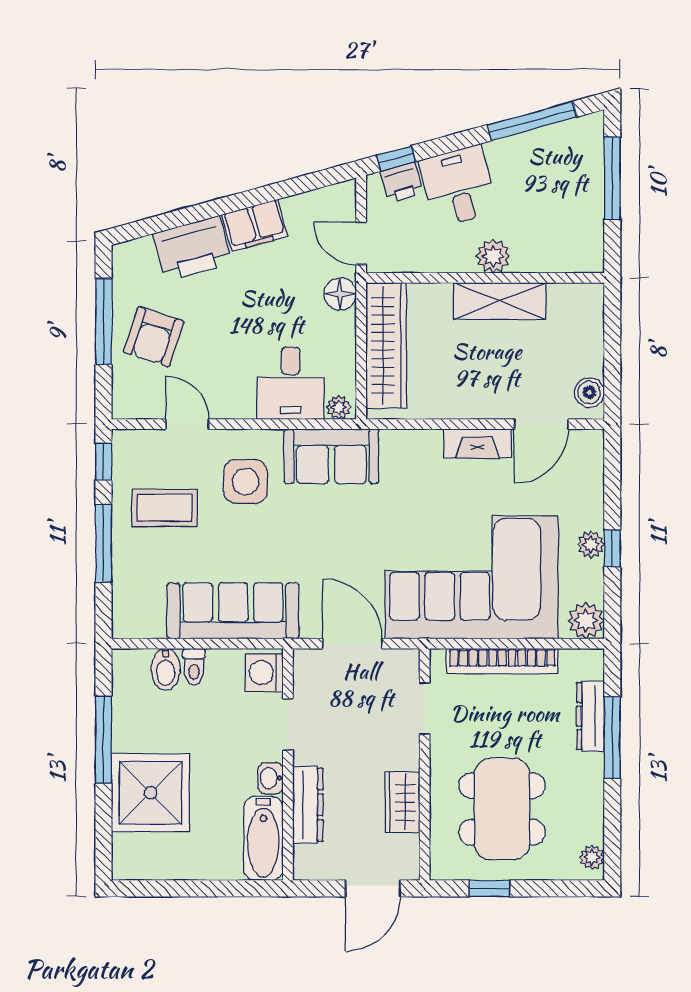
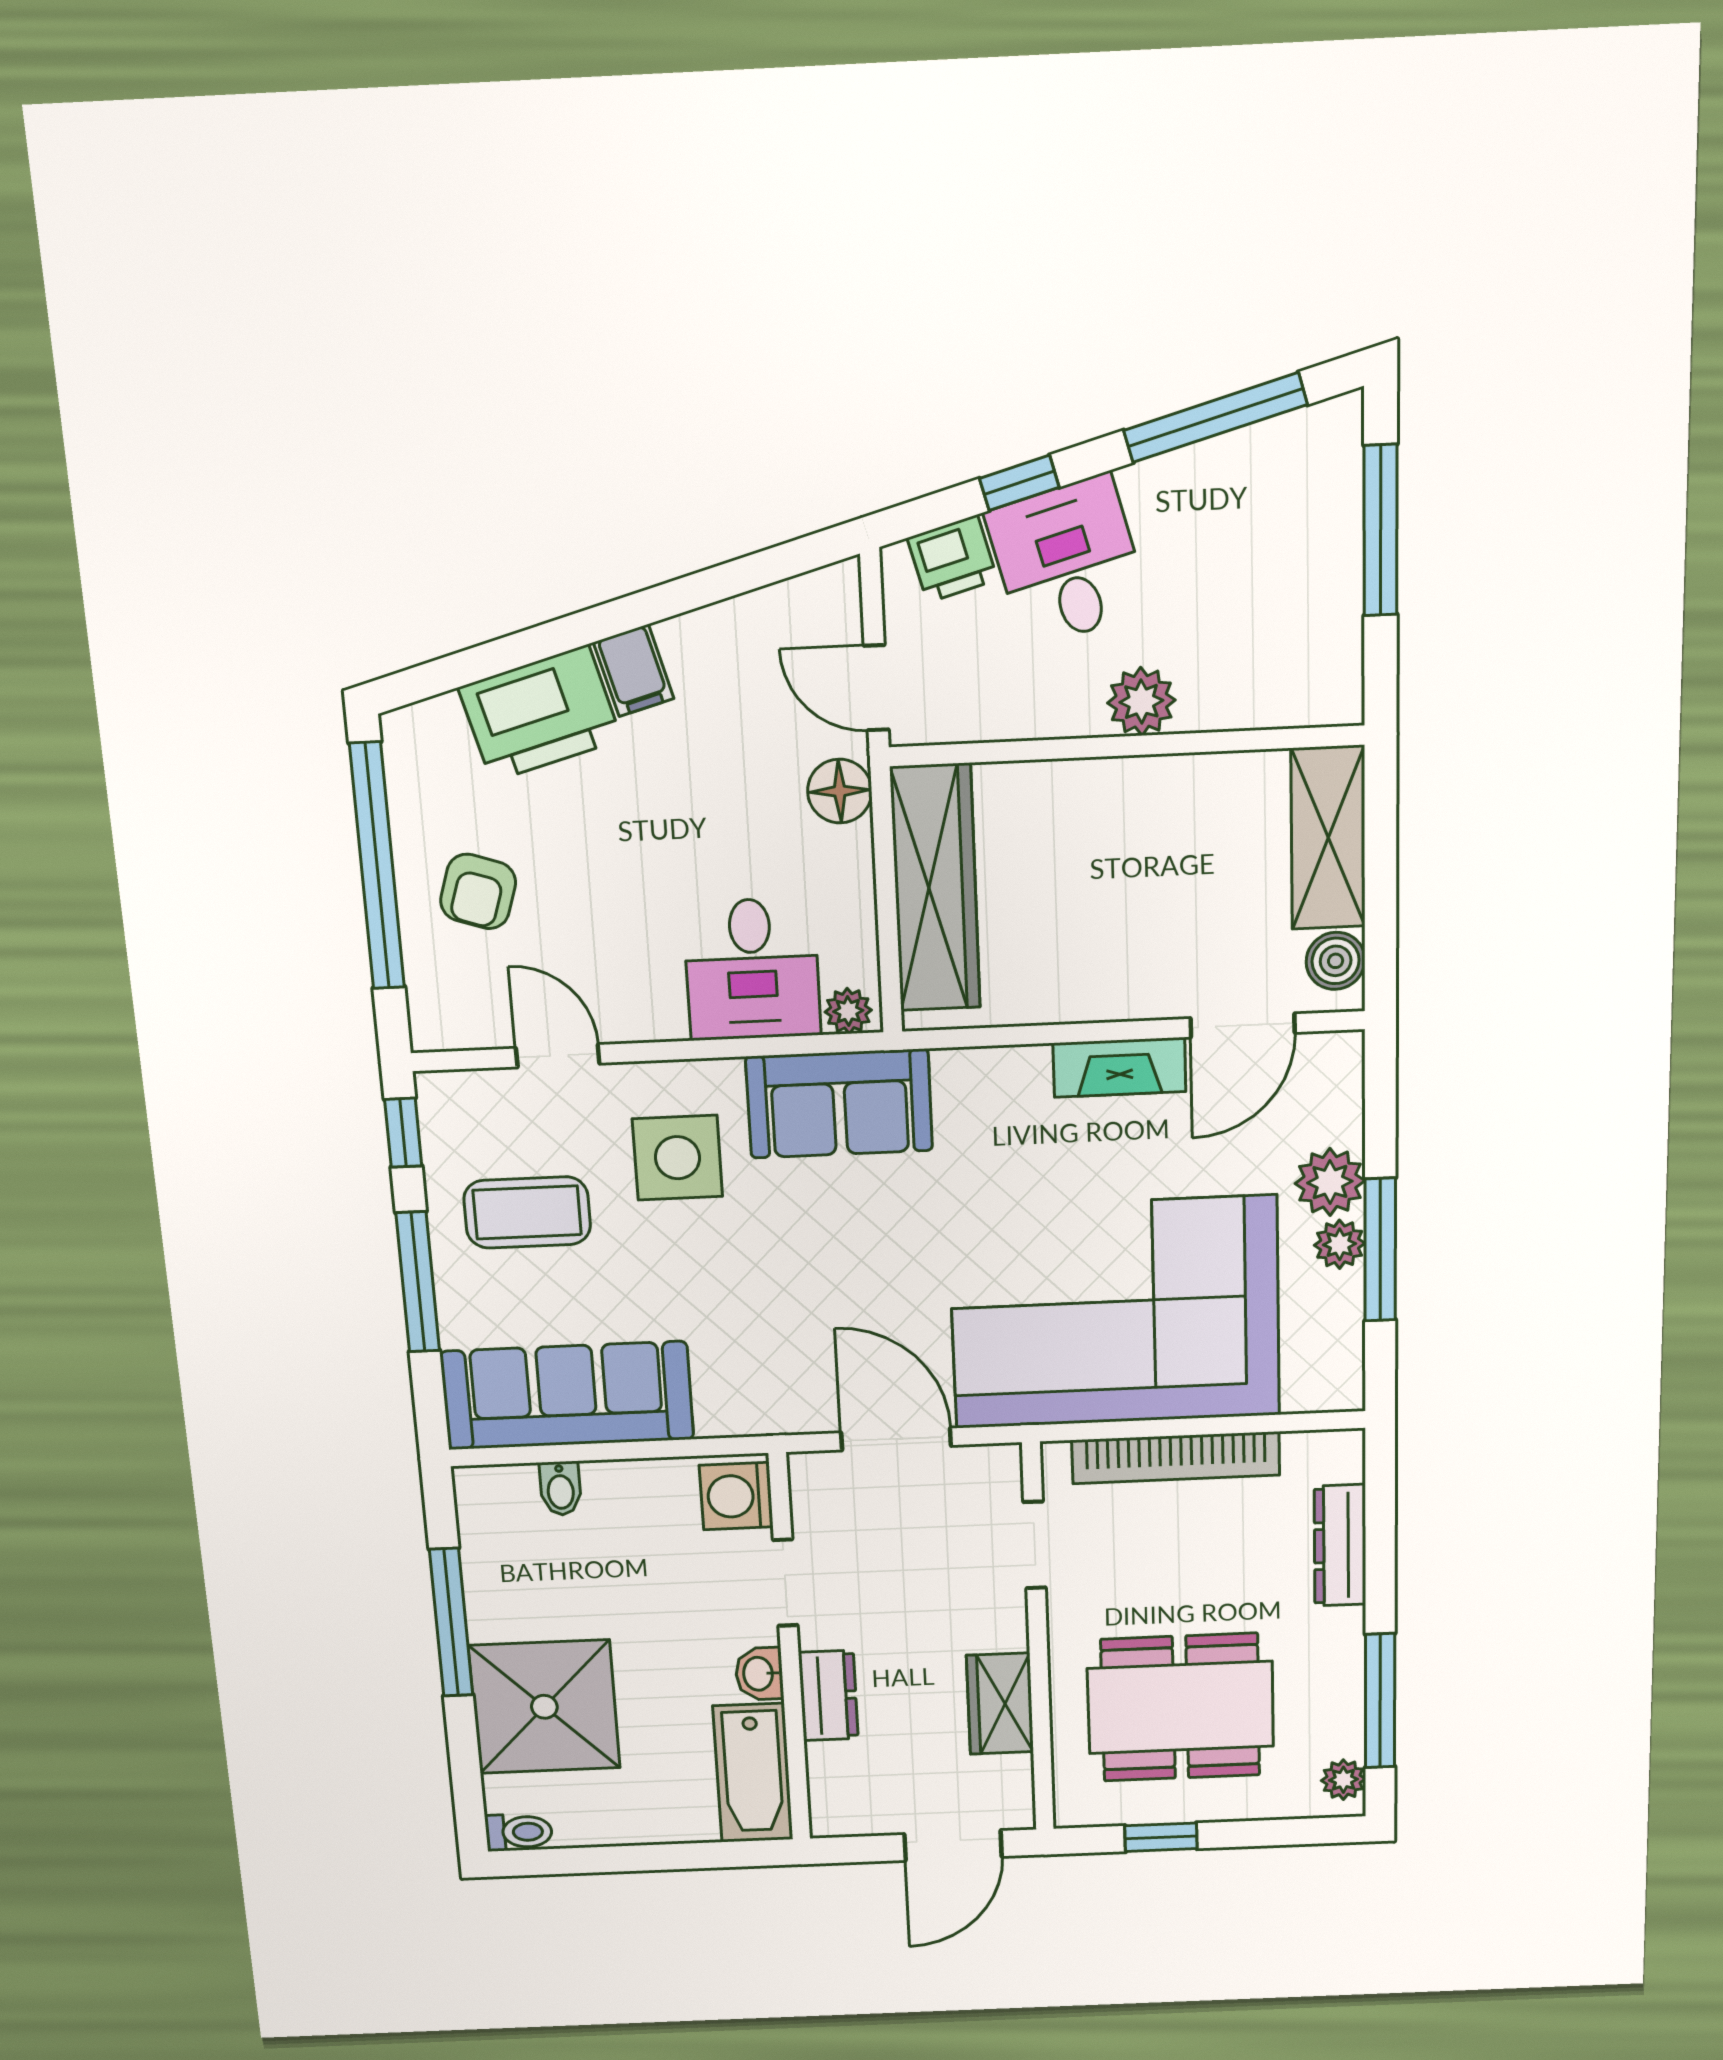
window: (396, 158) -> (1019, 483), moved
filing cabinet: (255, 226) -> (634, 670), width x0.50
shelving: (500, 301) -> (1328, 838), moved, turned 90
window: (103, 322) -> (377, 866), width x1.46
armchair: (154, 337) -> (478, 891), width x0.72, depth x0.72
window: (612, 549) -> (1380, 1250), width x2.17
sofa: (233, 611) -> (567, 1395), moved
plant: (586, 620) -> (1330, 1182), moved
toilet: (194, 667) -> (519, 1832), moved, turned -90
bidet: (166, 669) -> (560, 1488), width x0.72, depth x0.74
window: (612, 737) -> (1380, 1701), moved
dresser: (308, 805) -> (828, 1695), width x0.70
dining table: (502, 809) -> (1180, 1707), turned 90

